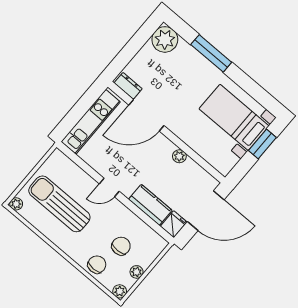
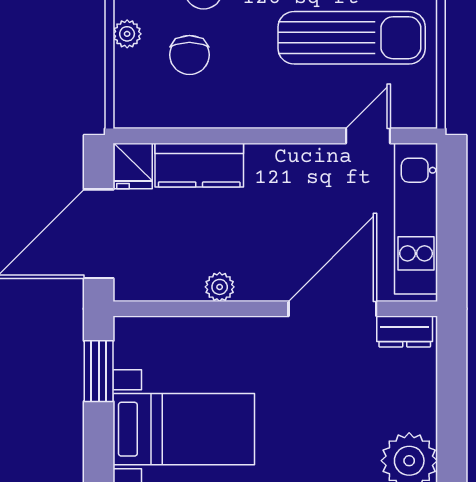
window: (262, 144) -> (99, 371), moved
door: (109, 187) -> (368, 136), moved

